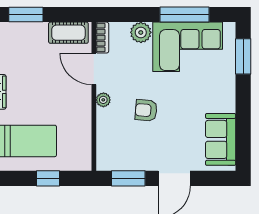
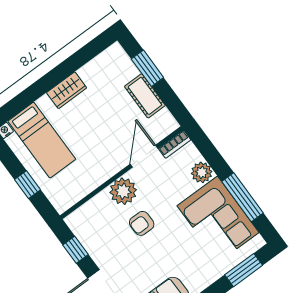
cot: (68, 33) -> (145, 96), moved
plant: (103, 100) -> (123, 191), width x1.87, depth x1.87
armchair: (146, 110) -> (142, 223), turned -95
window: (128, 178) -> (76, 250), width x0.67

